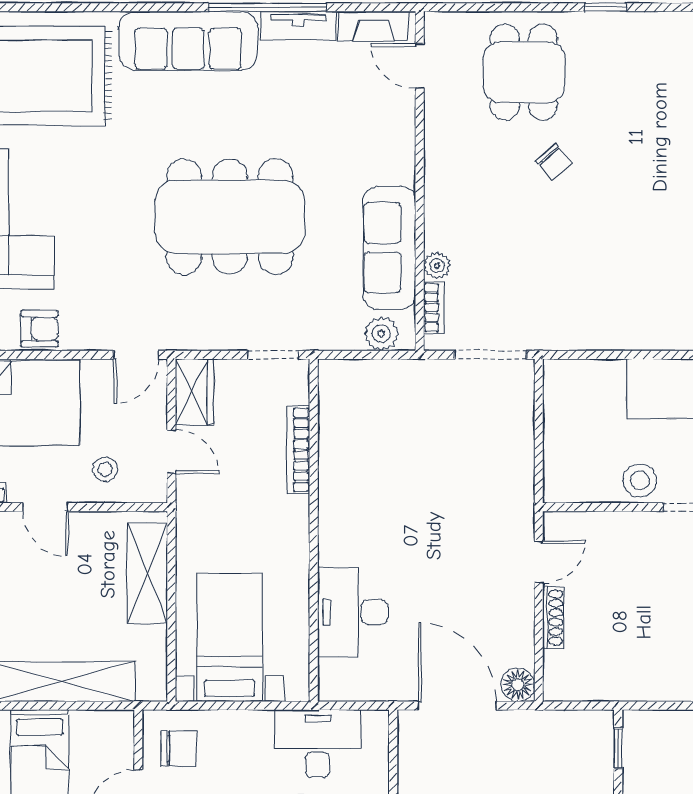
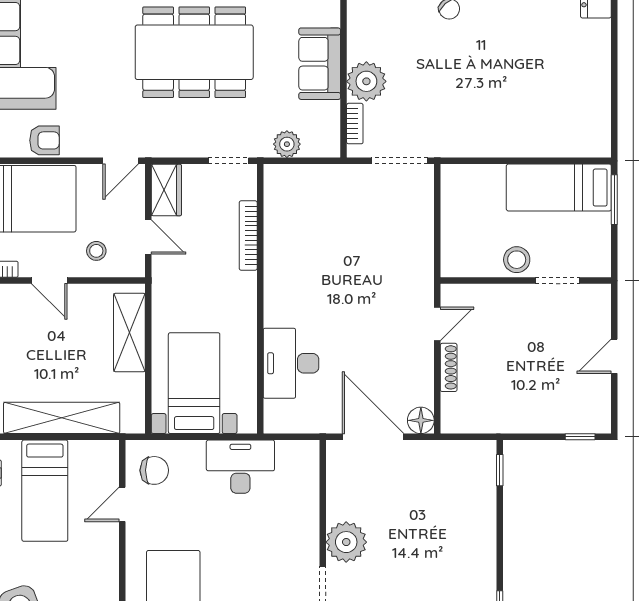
sofa: (389, 248) -> (320, 64), width x0.73
plant: (437, 265) -> (366, 81), width x1.88, depth x1.88
plant: (381, 334) -> (287, 144), moved
desk: (318, 744) -> (240, 467), moved

